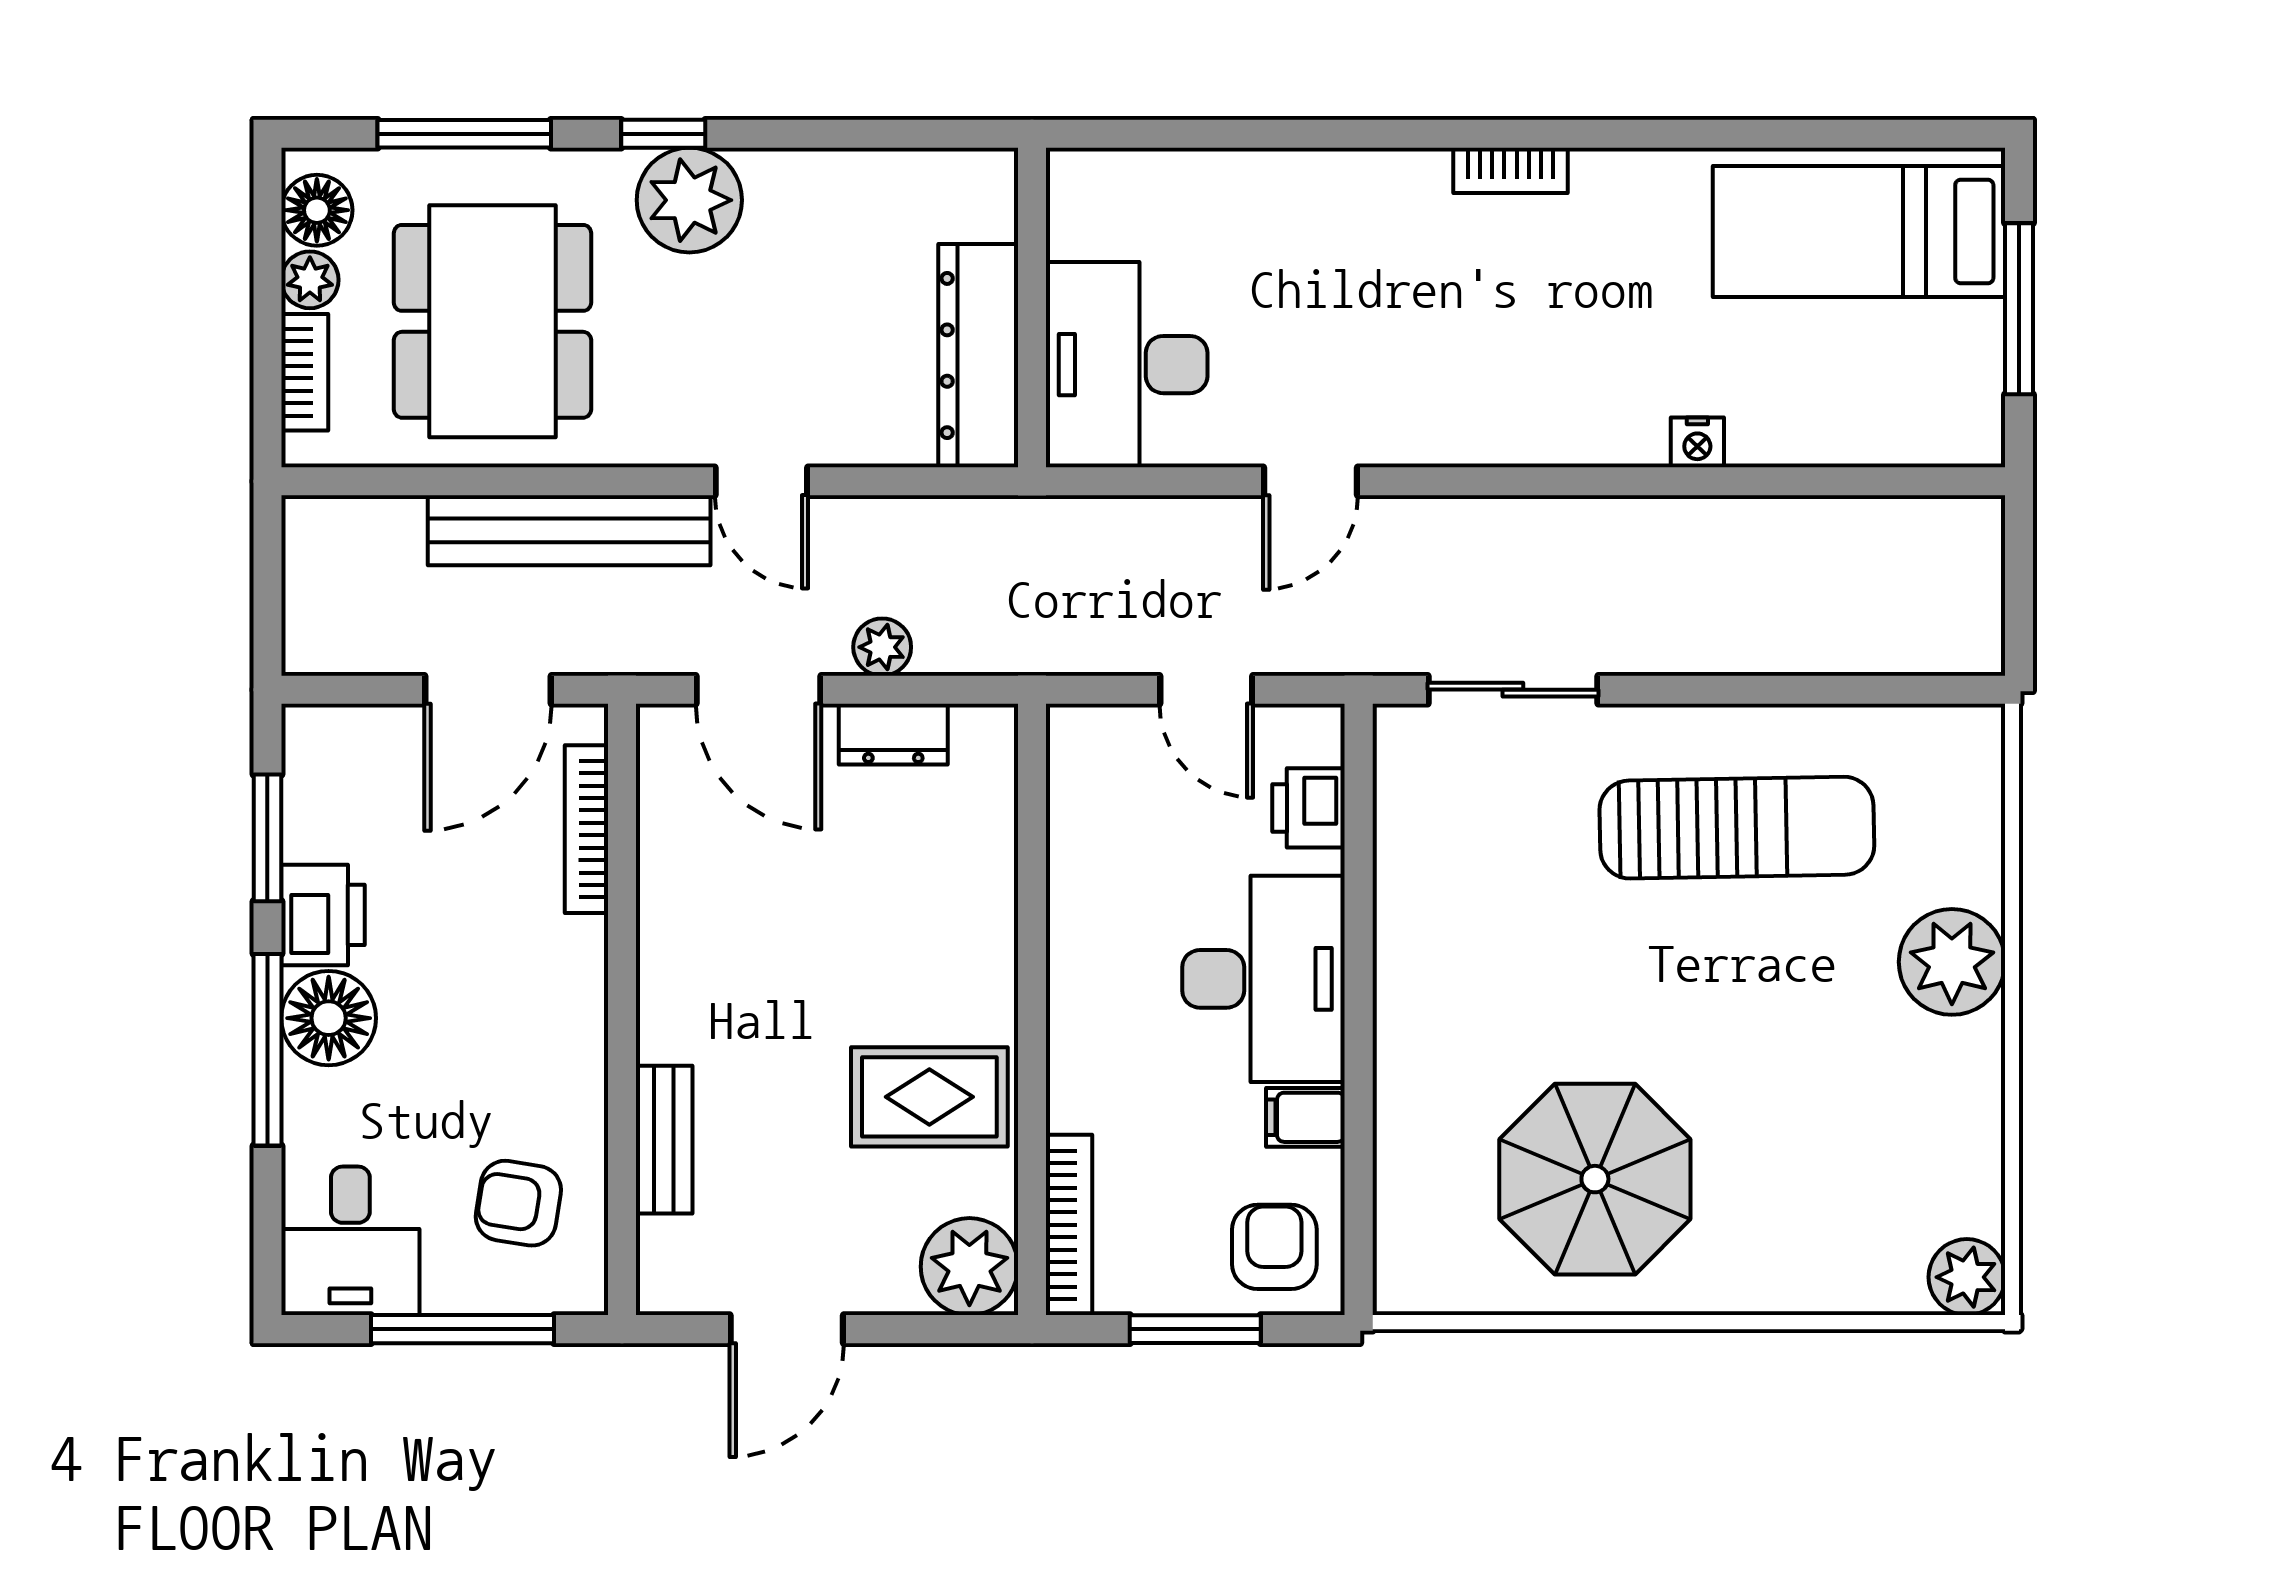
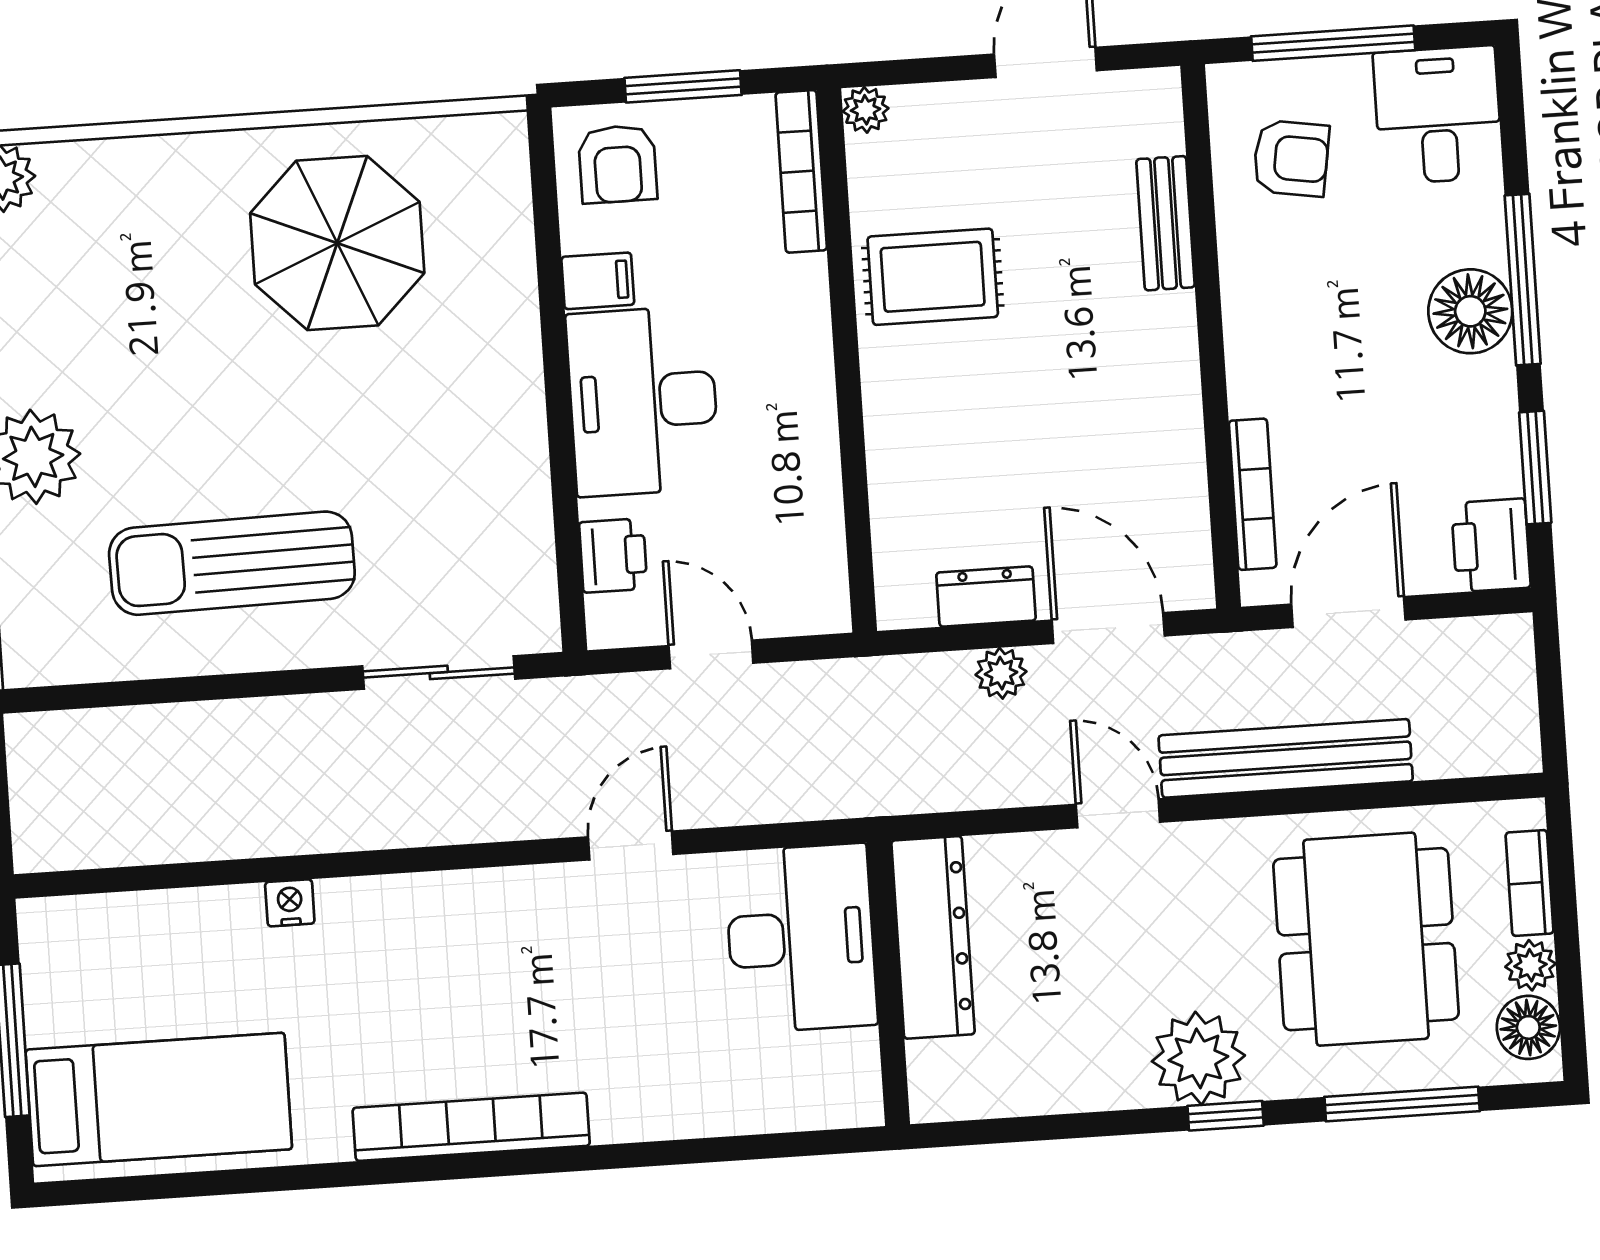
bookcase: (1511, 170) -> (471, 1127), width x2.31, depth x1.31
printer: (323, 915) -> (1491, 545), moved
plant: (969, 1267) -> (866, 110), width x0.53, depth x0.53

